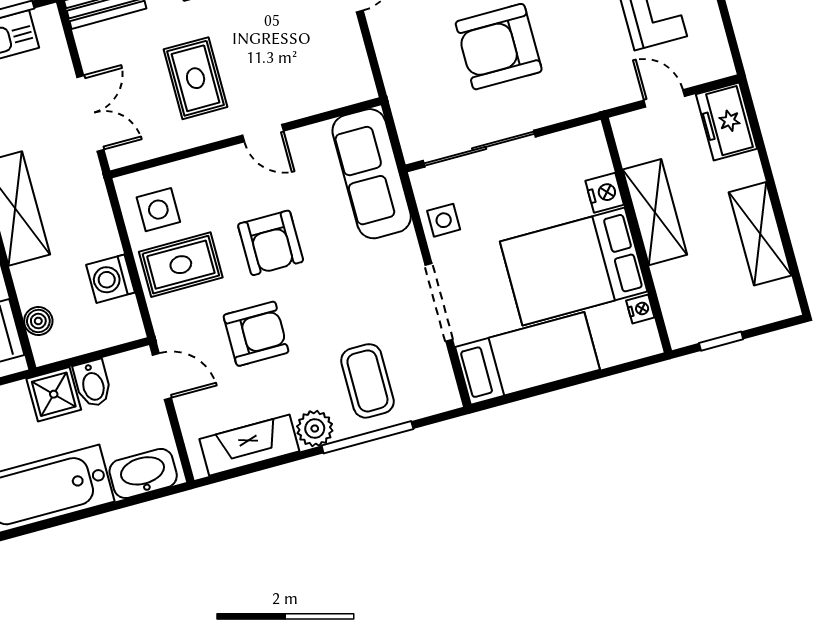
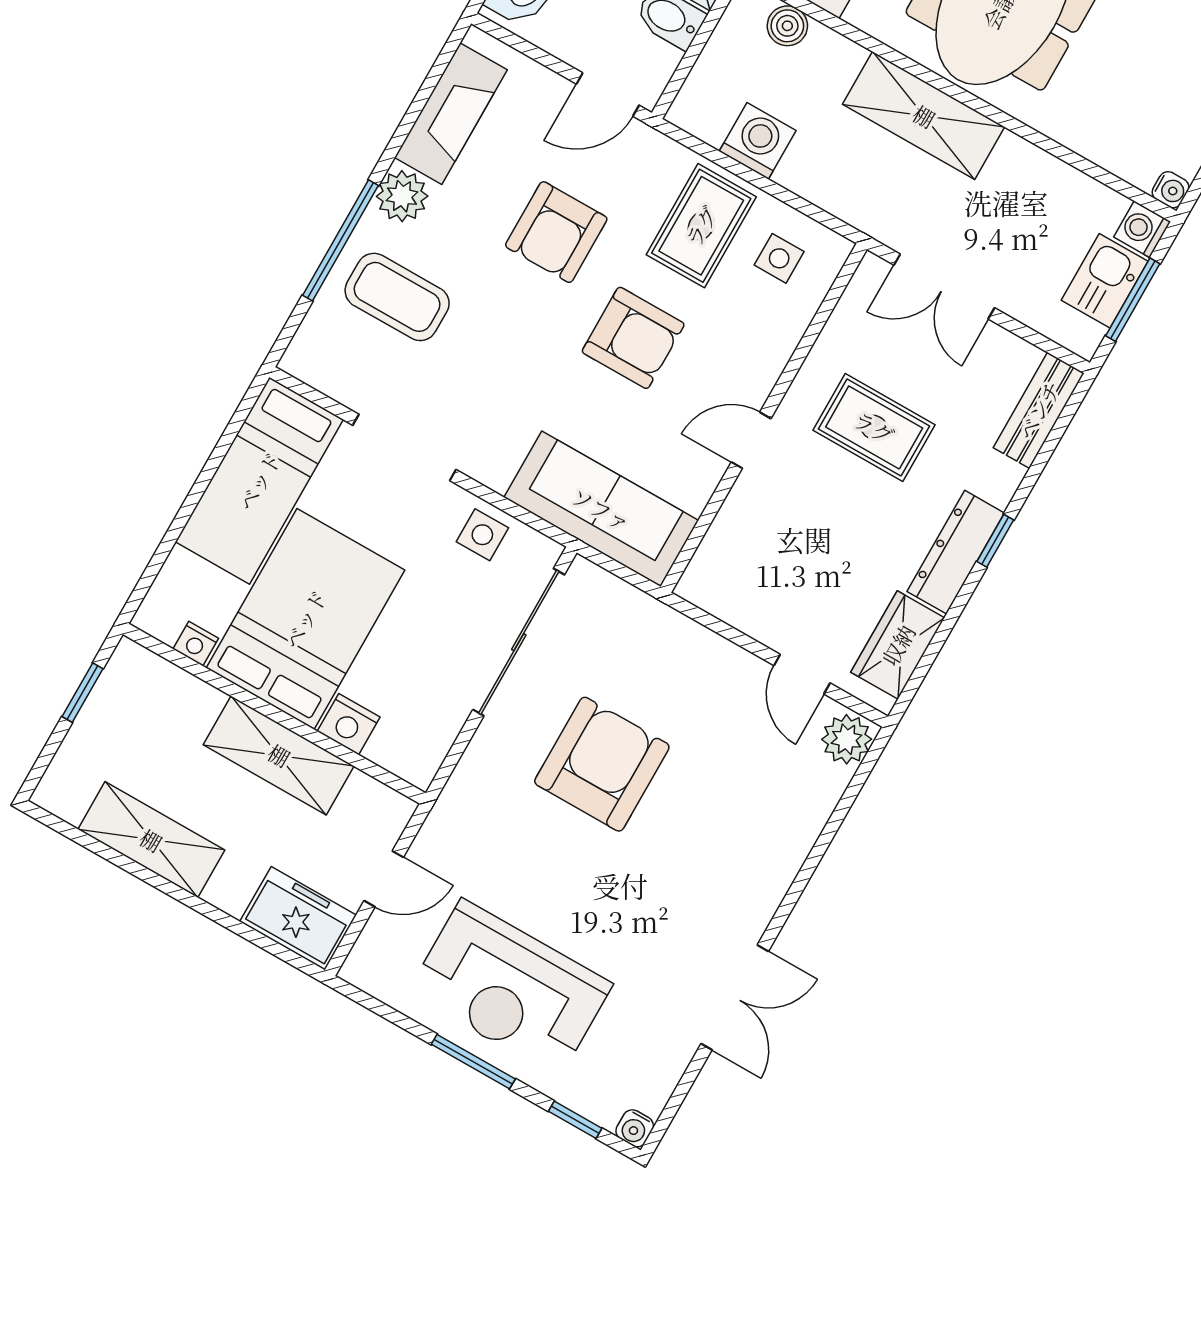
side table: (158, 210) -> (779, 258), width x0.73, depth x0.73
armchair: (271, 243) -> (633, 338), turned 180

